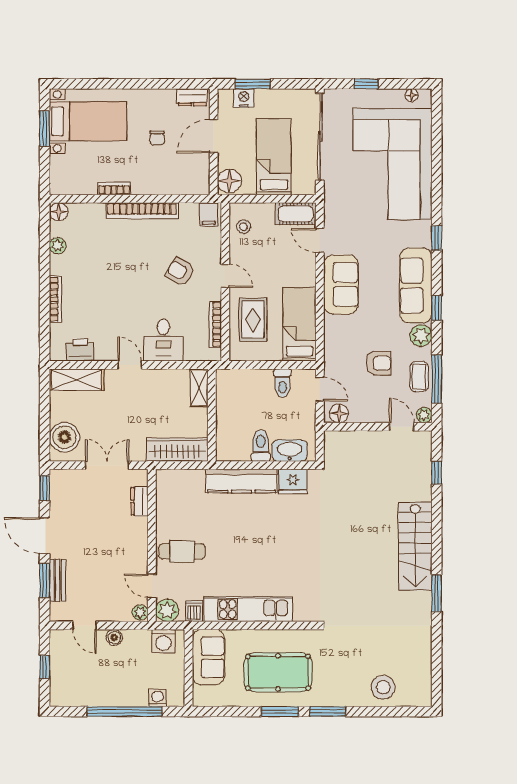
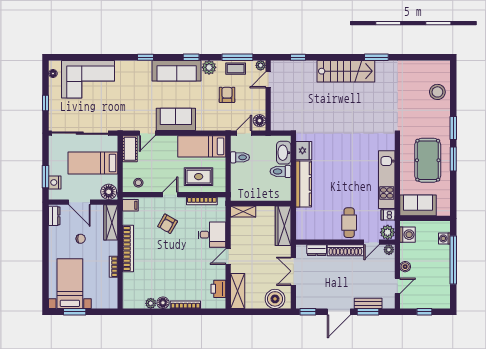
corner sofa: (392, 164) -> (88, 79), width x0.73, depth x0.74
wardrobe: (182, 184) -> (111, 222), added
floor lamp: (59, 212) -> (163, 303), moved
shoe rack: (139, 546) -> (345, 250), added

